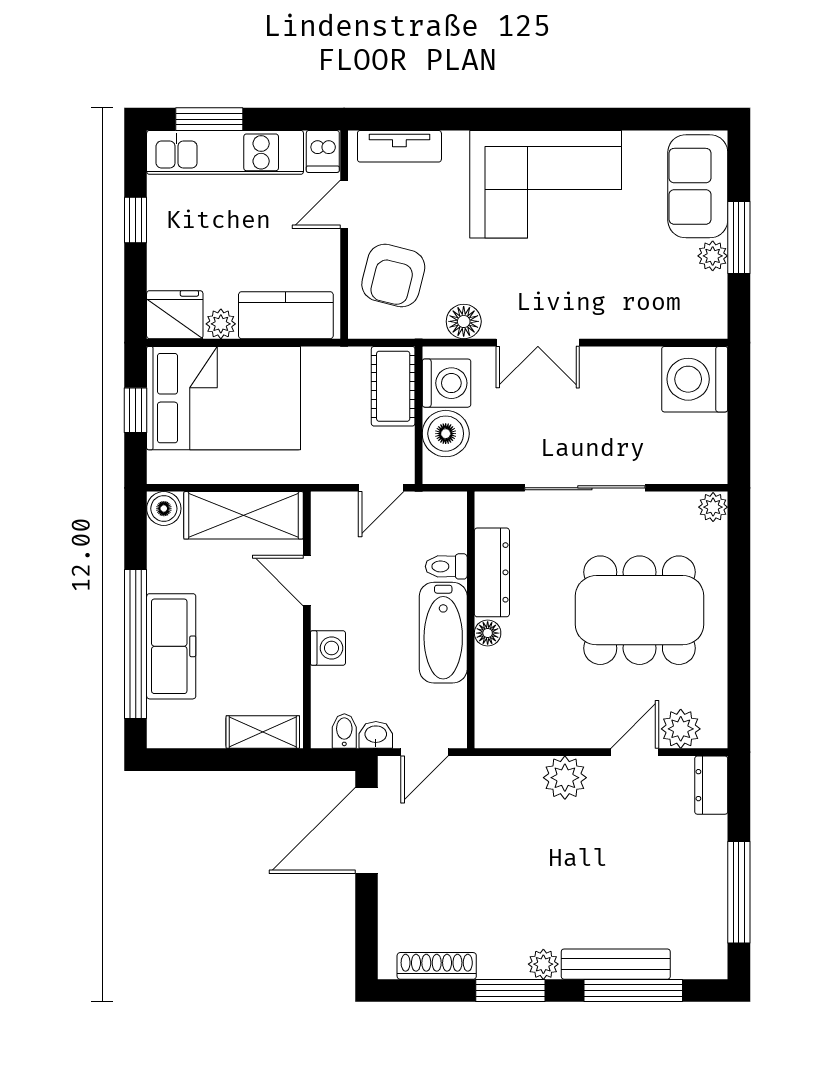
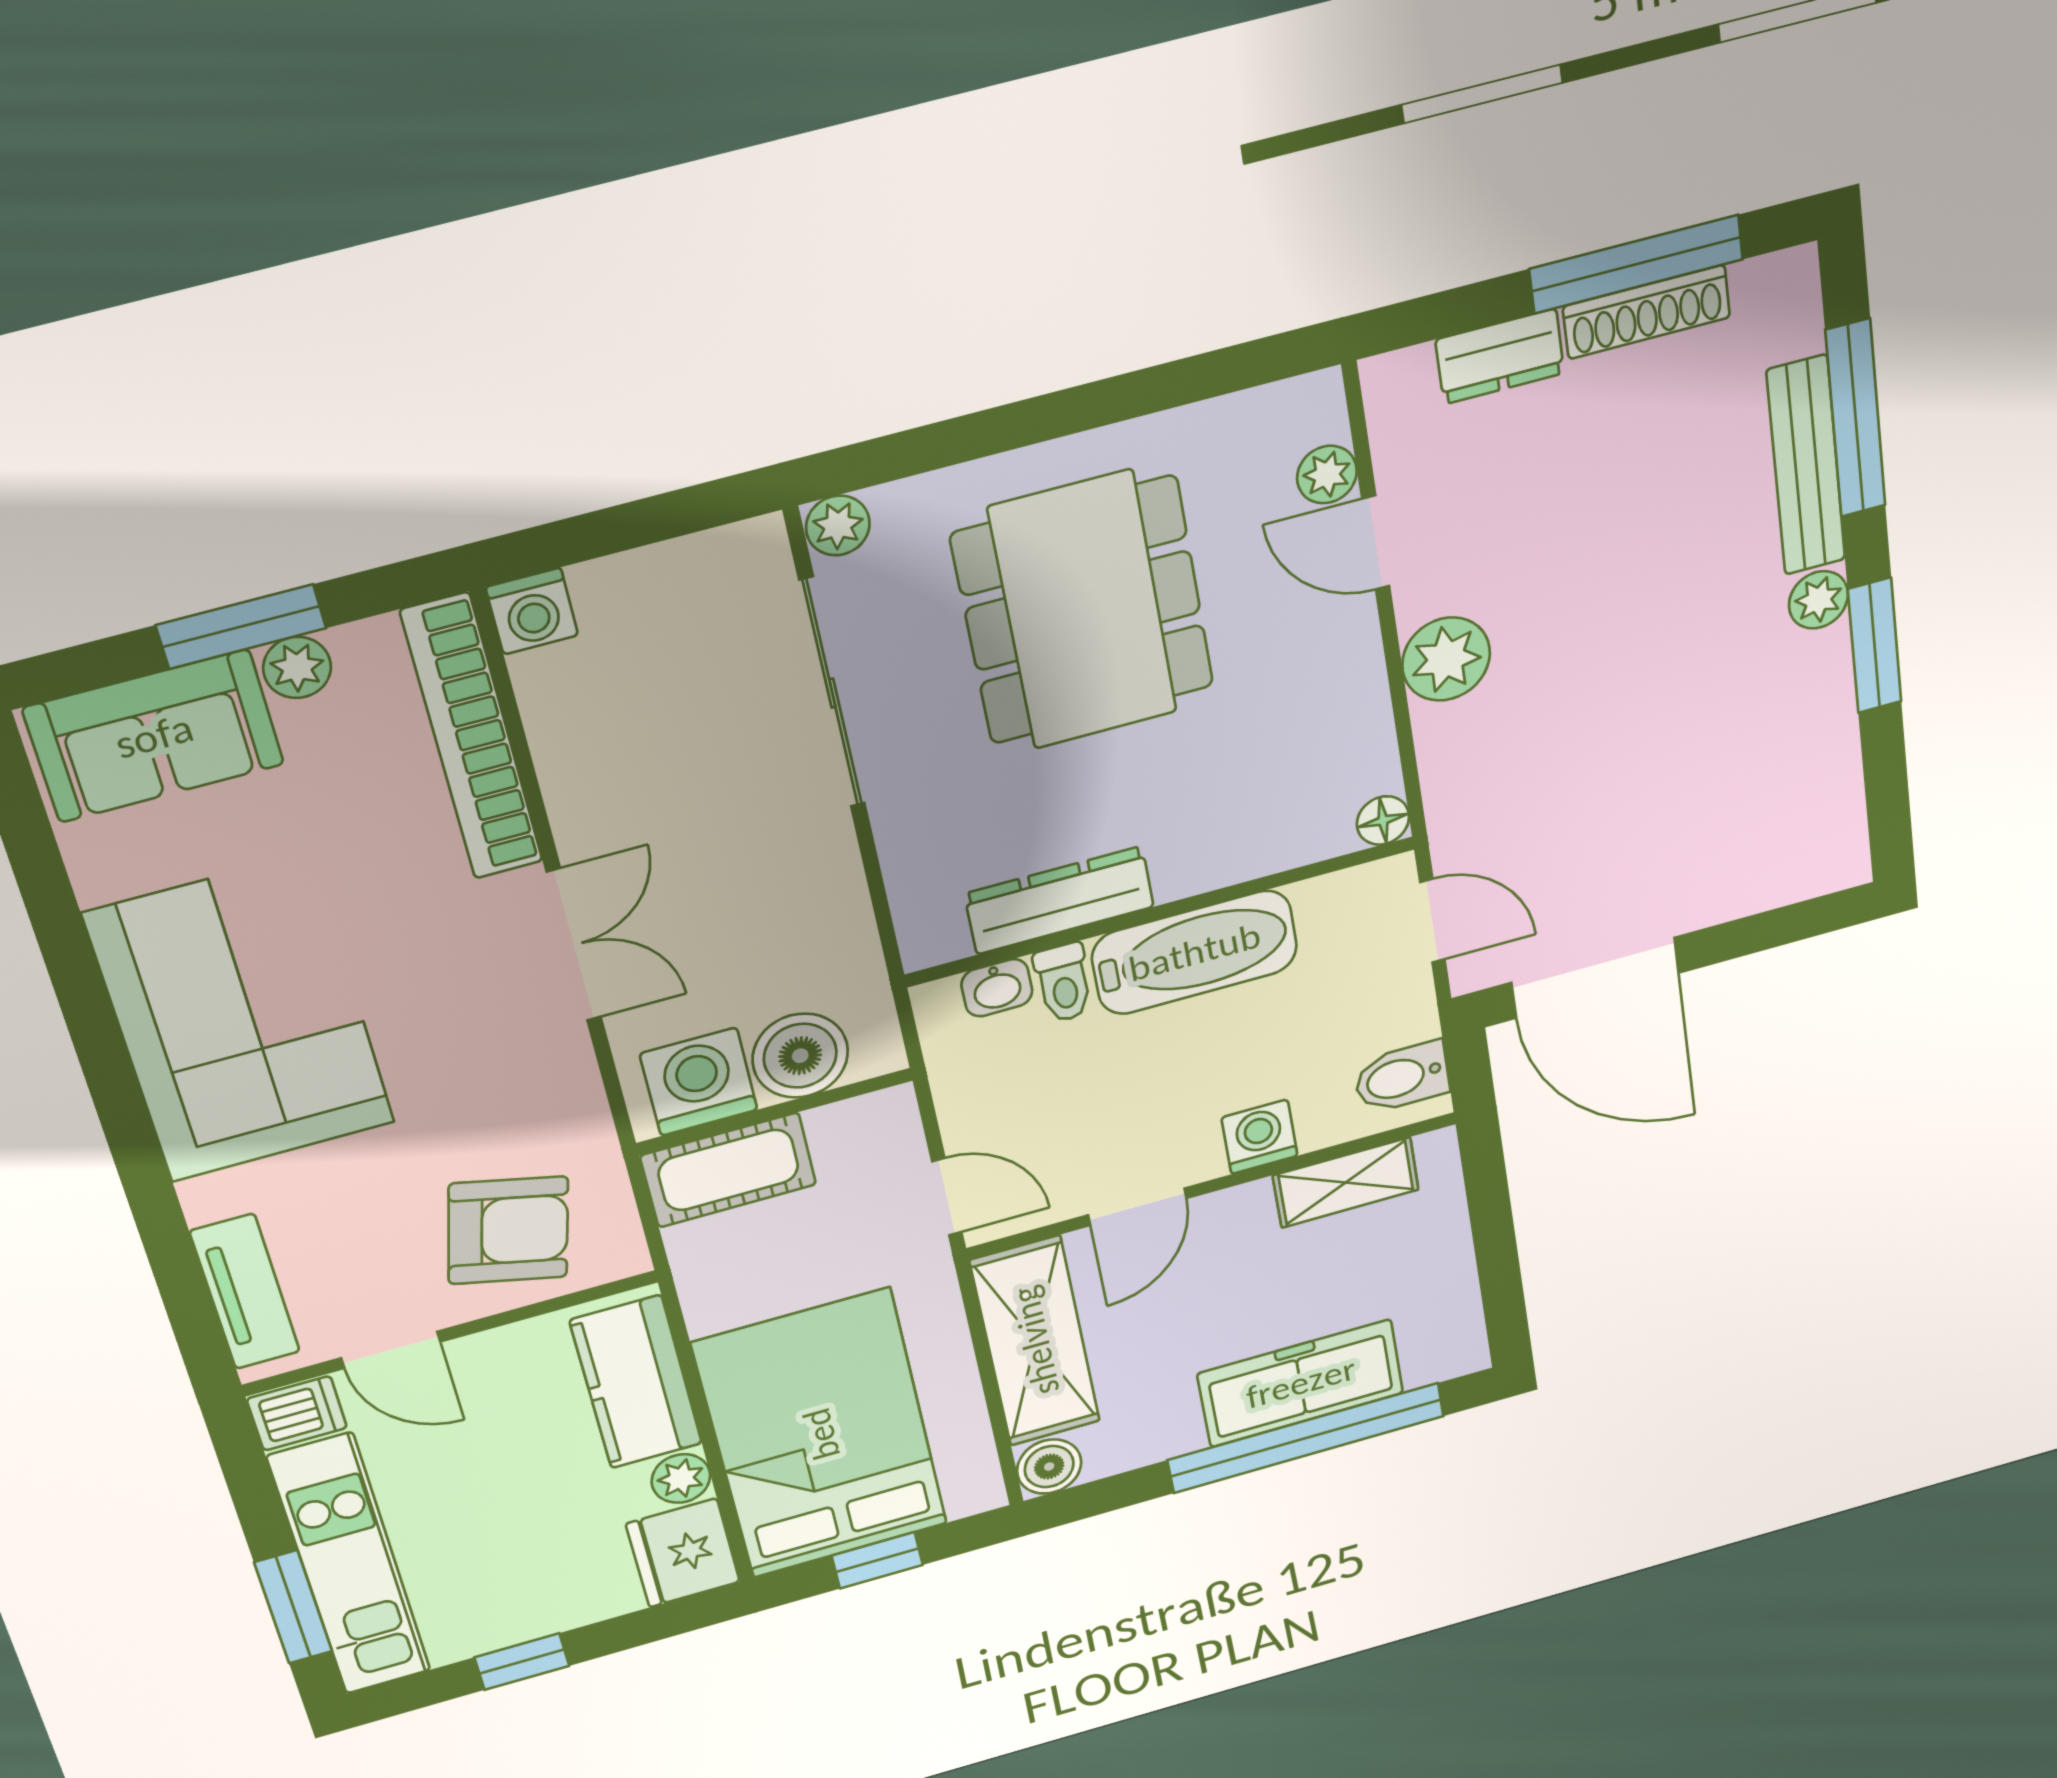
floor lamp: (464, 321) -> (567, 1086), removed
bookcase: (657, 323) -> (472, 737), added
washing machine: (695, 379) -> (532, 611), width x0.53, depth x0.53
door: (381, 488) -> (947, 1197), moved
sliding door: (585, 488) -> (832, 693), moved
floor lamp: (488, 633) -> (1383, 820), moved
plant: (681, 729) -> (1327, 475), width x0.73, depth x0.73
bidet: (344, 731) -> (1402, 1077), width x1.38, depth x1.36
shelving: (263, 732) -> (1346, 1183), moved, turned 90
washbasin: (376, 735) -> (997, 988), moved, turned -90
dresser: (711, 785) -> (1500, 356), moved
shoe rack: (437, 966) -> (1647, 312), moved, turned -90

